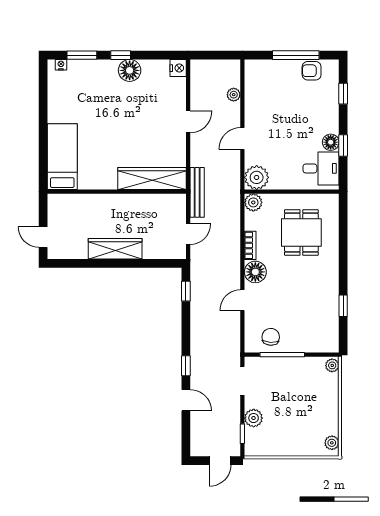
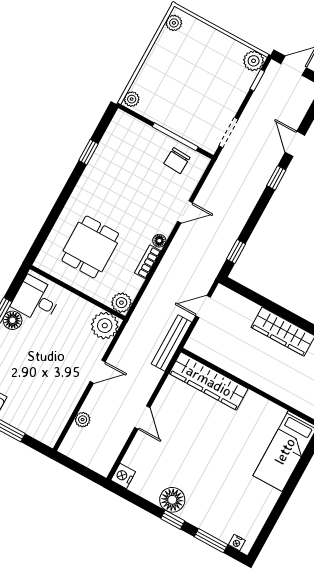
door: (188, 122) -> (142, 418), swing flipped
floor lamp: (255, 272) -> (159, 241), width x0.53, depth x0.53
plant: (254, 418) -> (254, 61), moved

